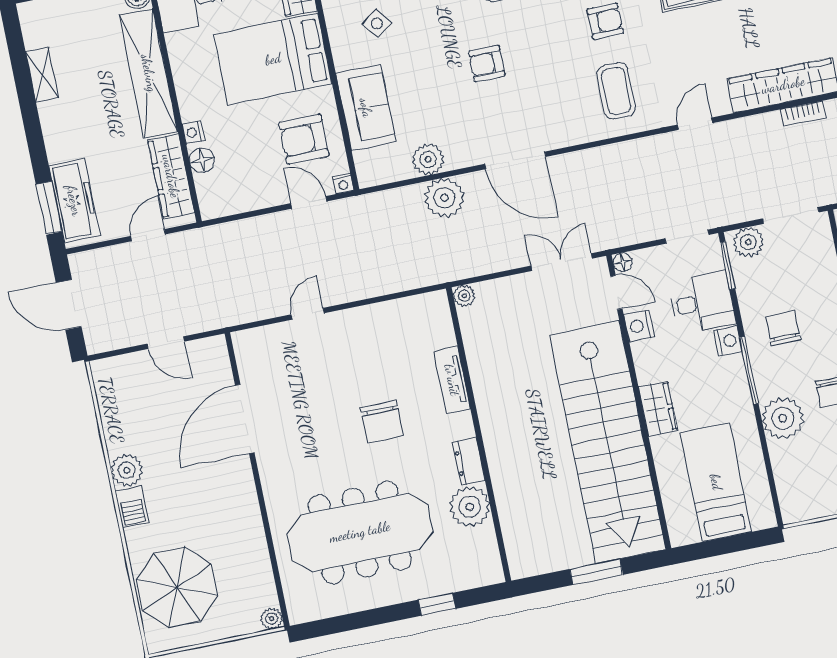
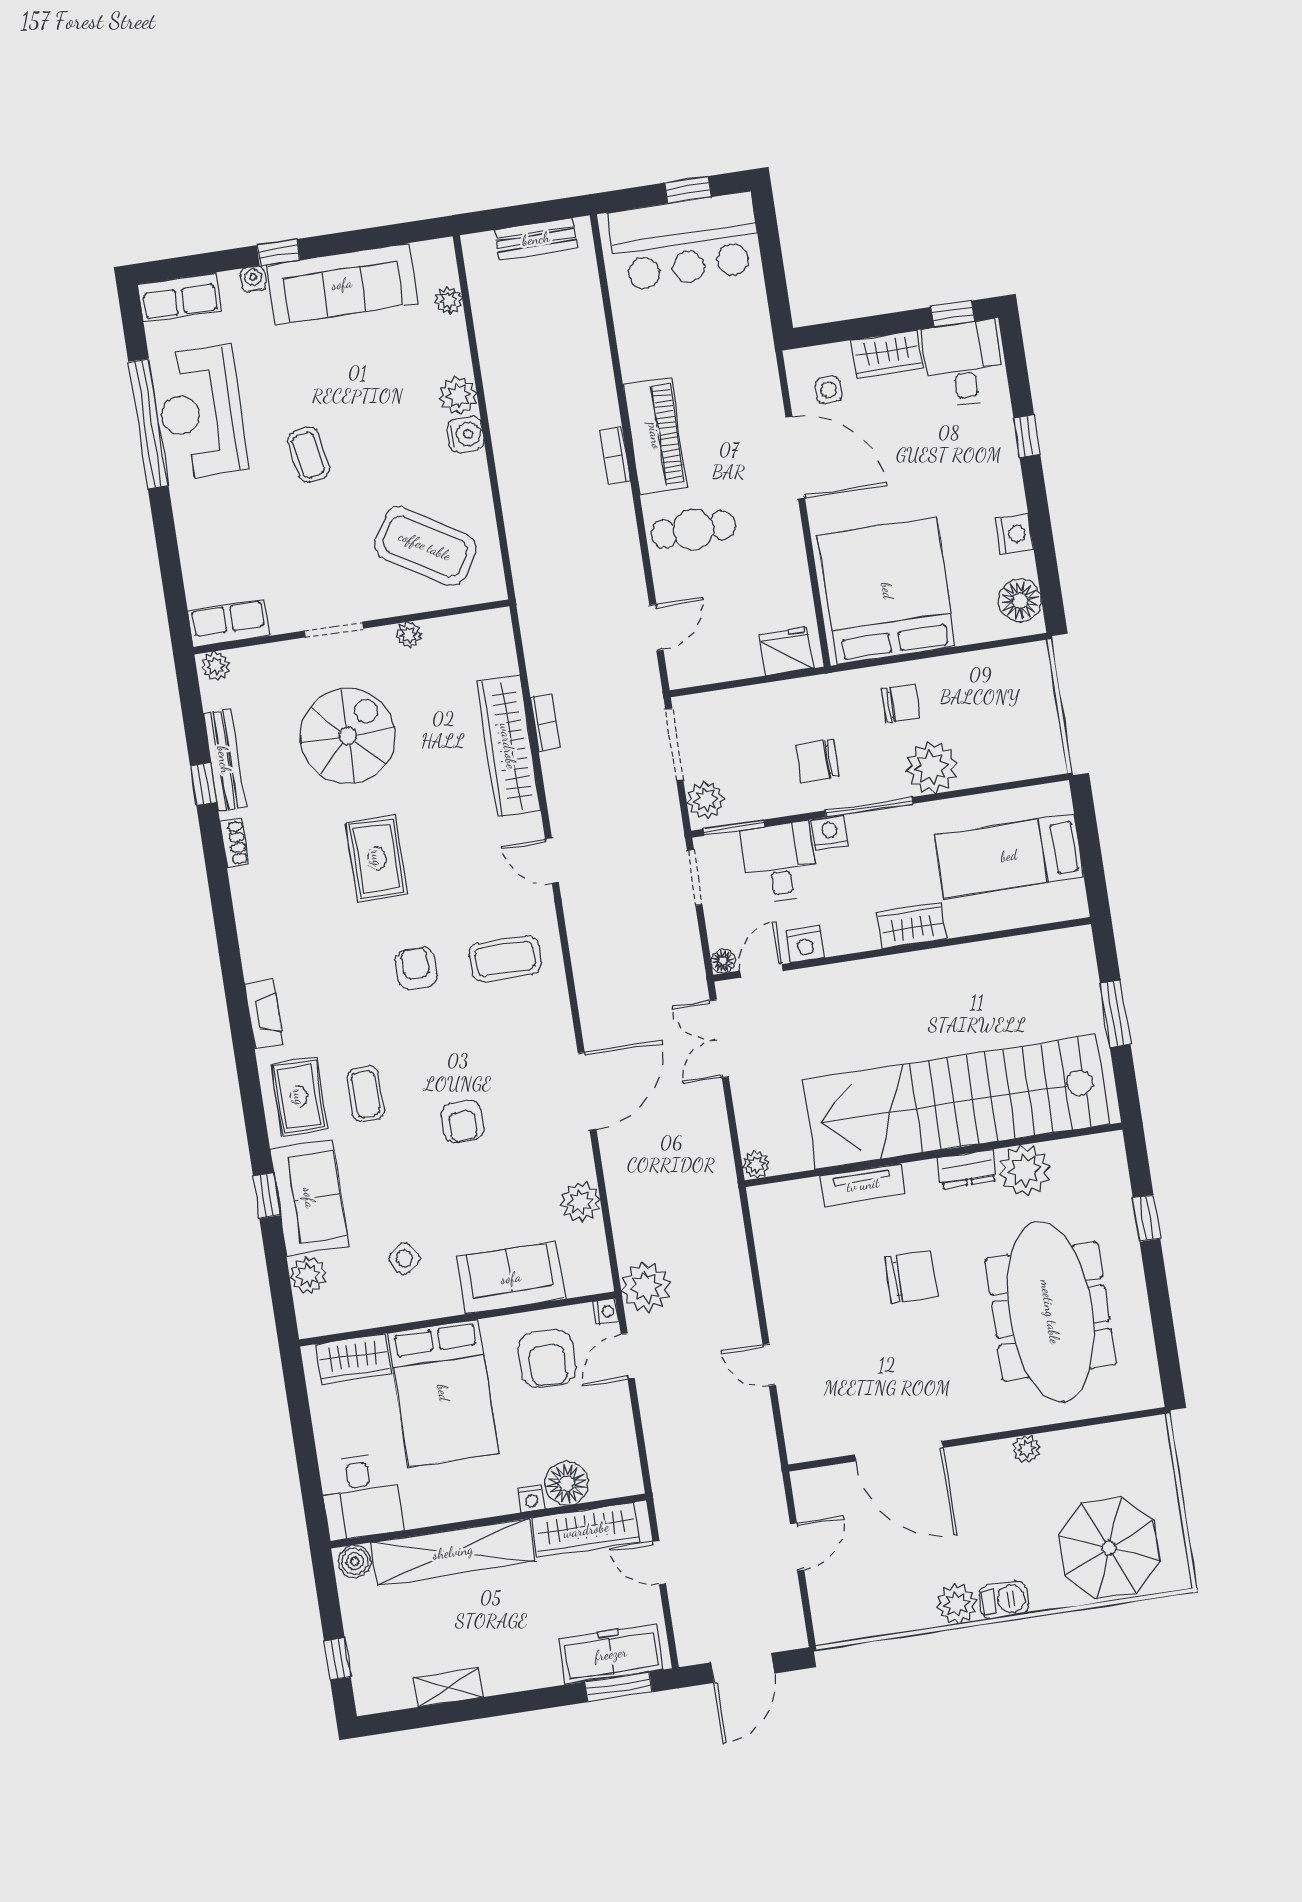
floor lamp: (202, 160) -> (567, 1484), width x1.38, depth x1.38
plant: (445, 198) -> (646, 1287), moved
stairs: (608, 442) -> (956, 1102), moved, turned 180
plant: (272, 619) -> (1026, 1449), moved

